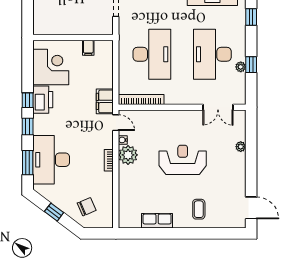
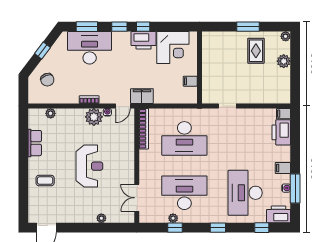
plant: (124, 203) -> (51, 113), added

